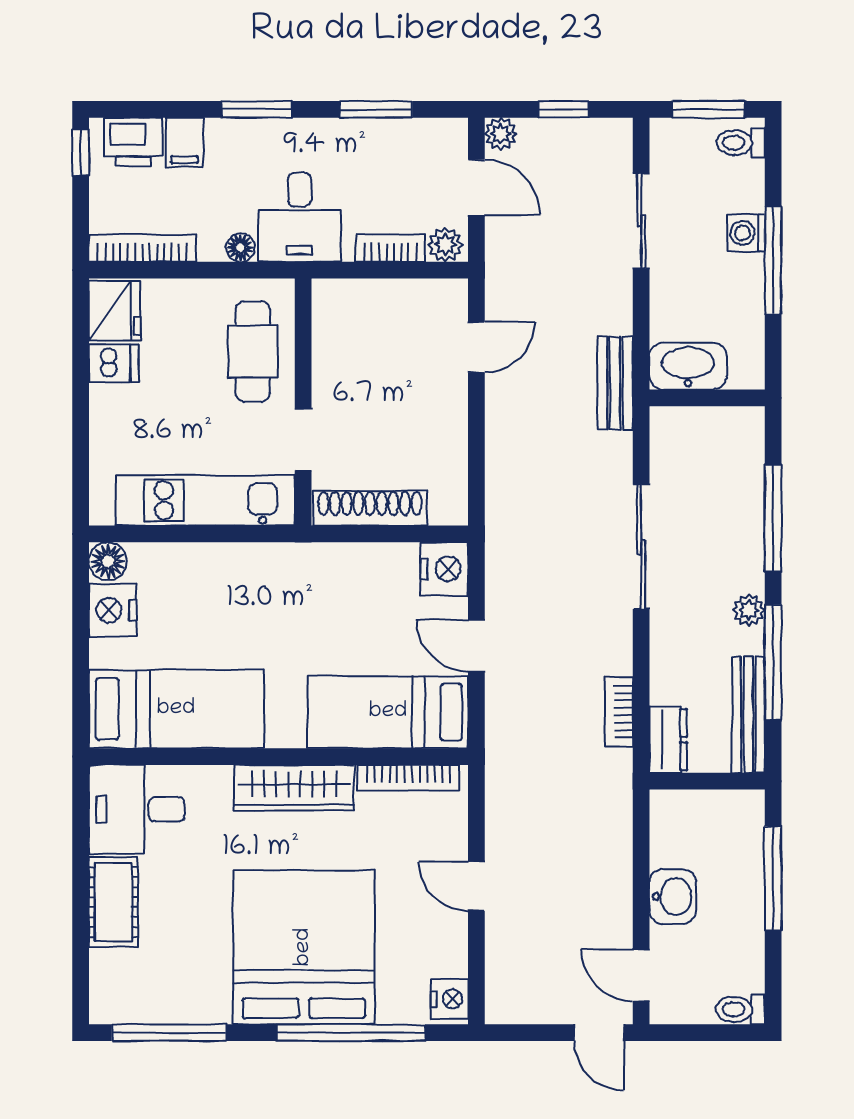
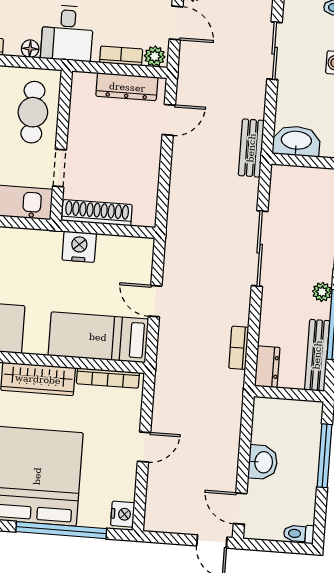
dresser: (404, 298) -> (127, 87), added
nightstand: (444, 569) -> (79, 247), moved, turned -90
door: (476, 886) -> (144, 447), swing flipped

